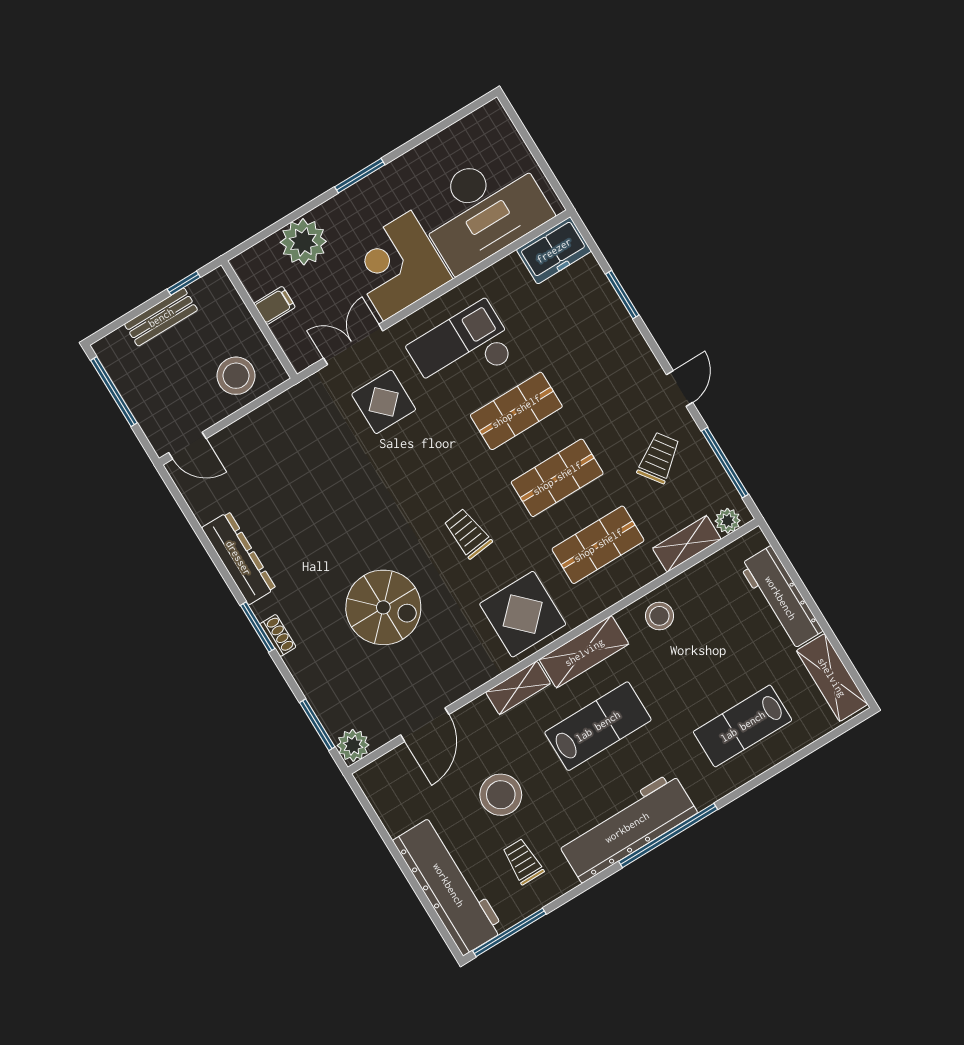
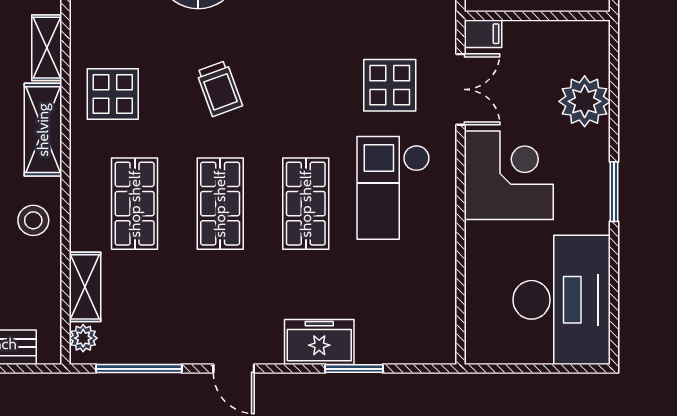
desk: (483, 209) -> (562, 300), moved, turned 180
freezer: (554, 250) -> (319, 342), moved, turned 90
filing cabinet: (275, 305) -> (483, 34), moved, turned -90
checkout: (462, 350) -> (393, 188), turned 180
trolley: (659, 458) -> (181, 310), removed
trolley: (468, 533) -> (219, 89), turned 77
display table: (523, 614) -> (113, 94), width x0.73, depth x0.73

